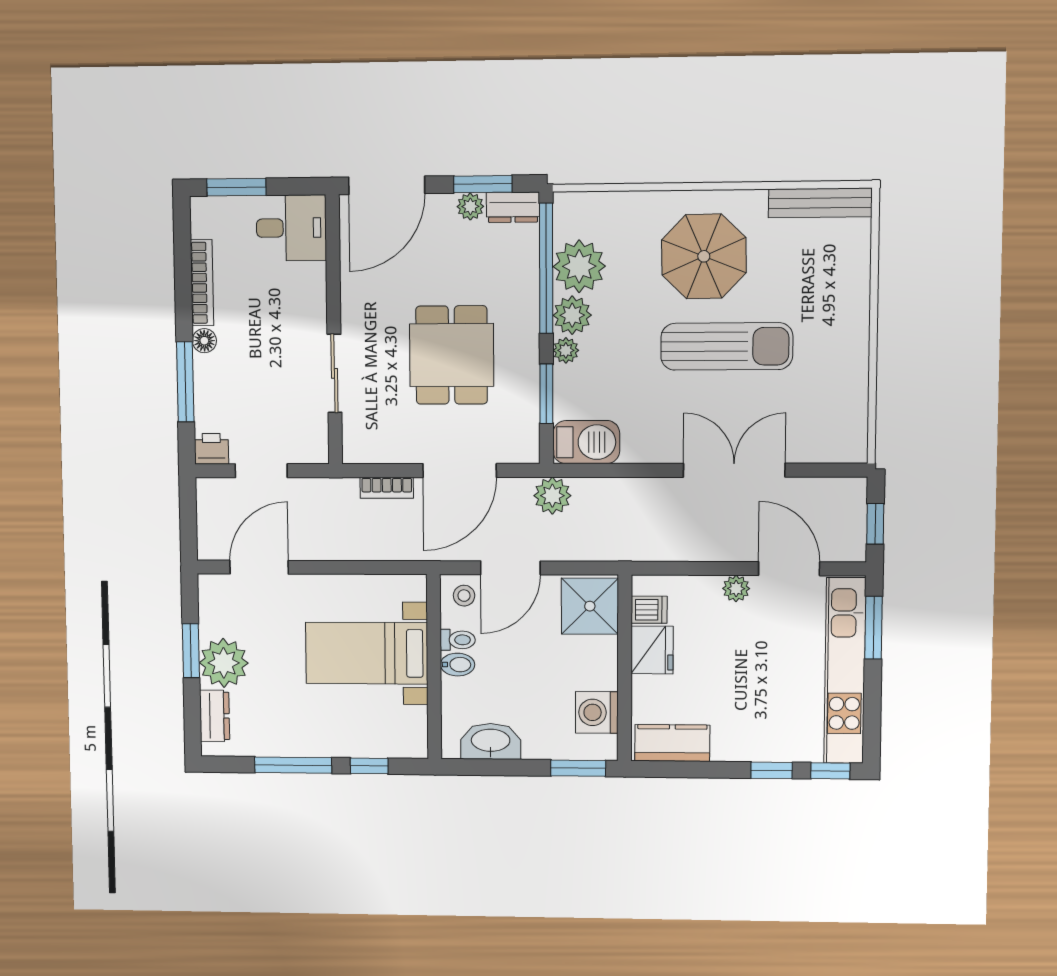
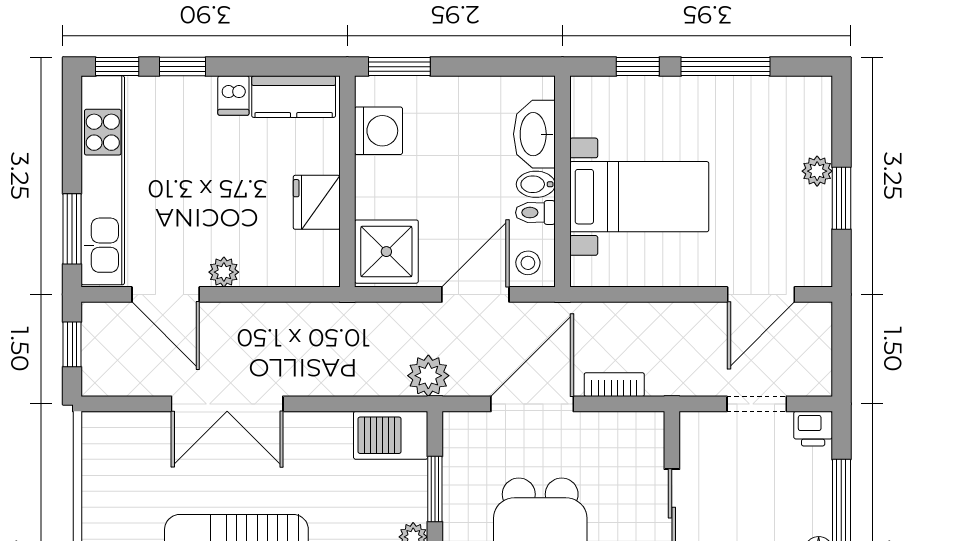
dishwasher: (649, 610) -> (233, 96), moved, turned -90
plant: (224, 663) -> (817, 171), width x0.53, depth x0.53
dresser: (215, 716) -> (815, 123), removed
washbasin: (491, 741) -> (534, 134), moved, turned 90

